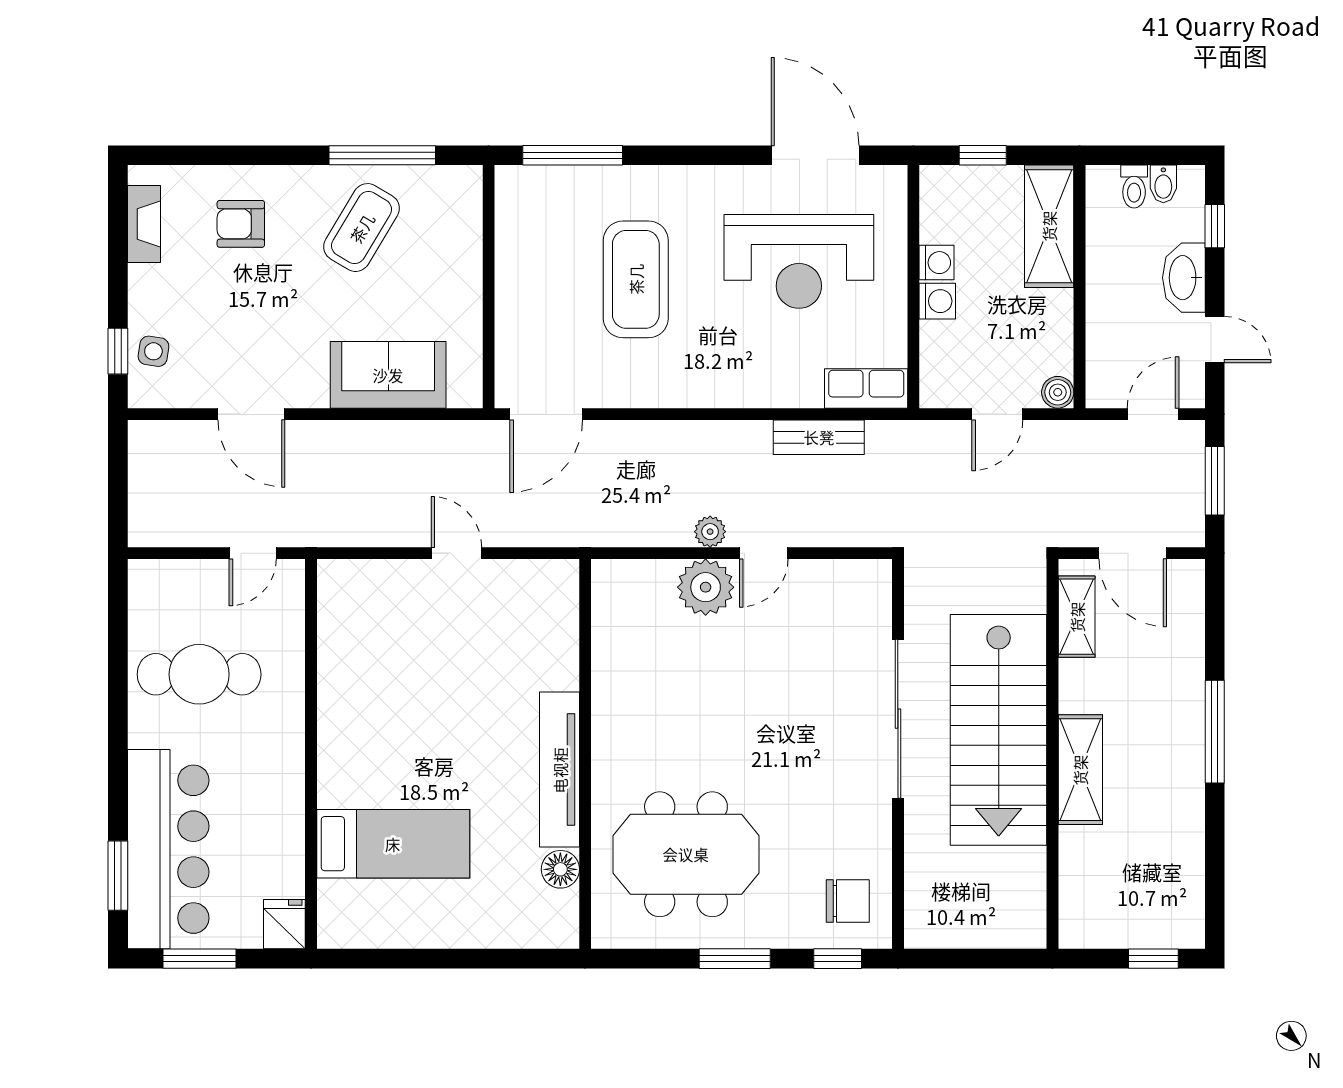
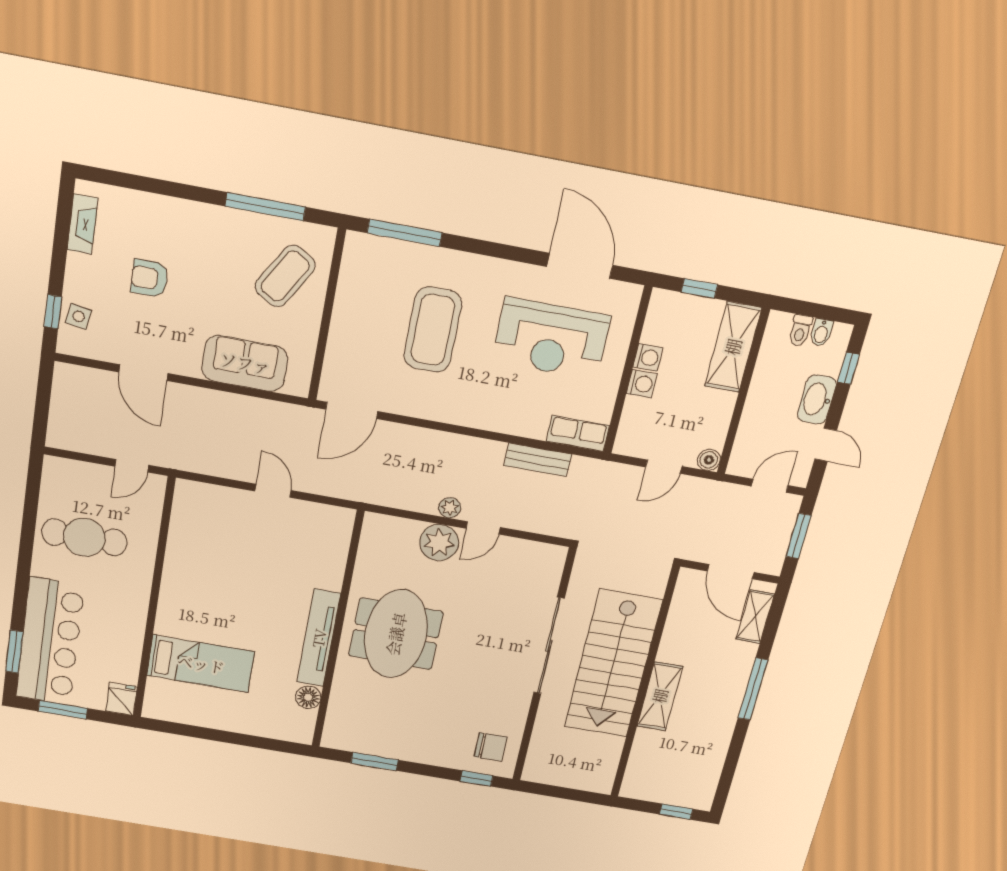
armchair: (241, 224) -> (149, 278), moved
coffee table: (362, 228) -> (285, 276), moved
shelving: (1077, 617) -> (755, 617), moved
meeting table: (686, 854) -> (396, 634), moved, turned 90
window: (735, 959) -> (375, 762), moved

